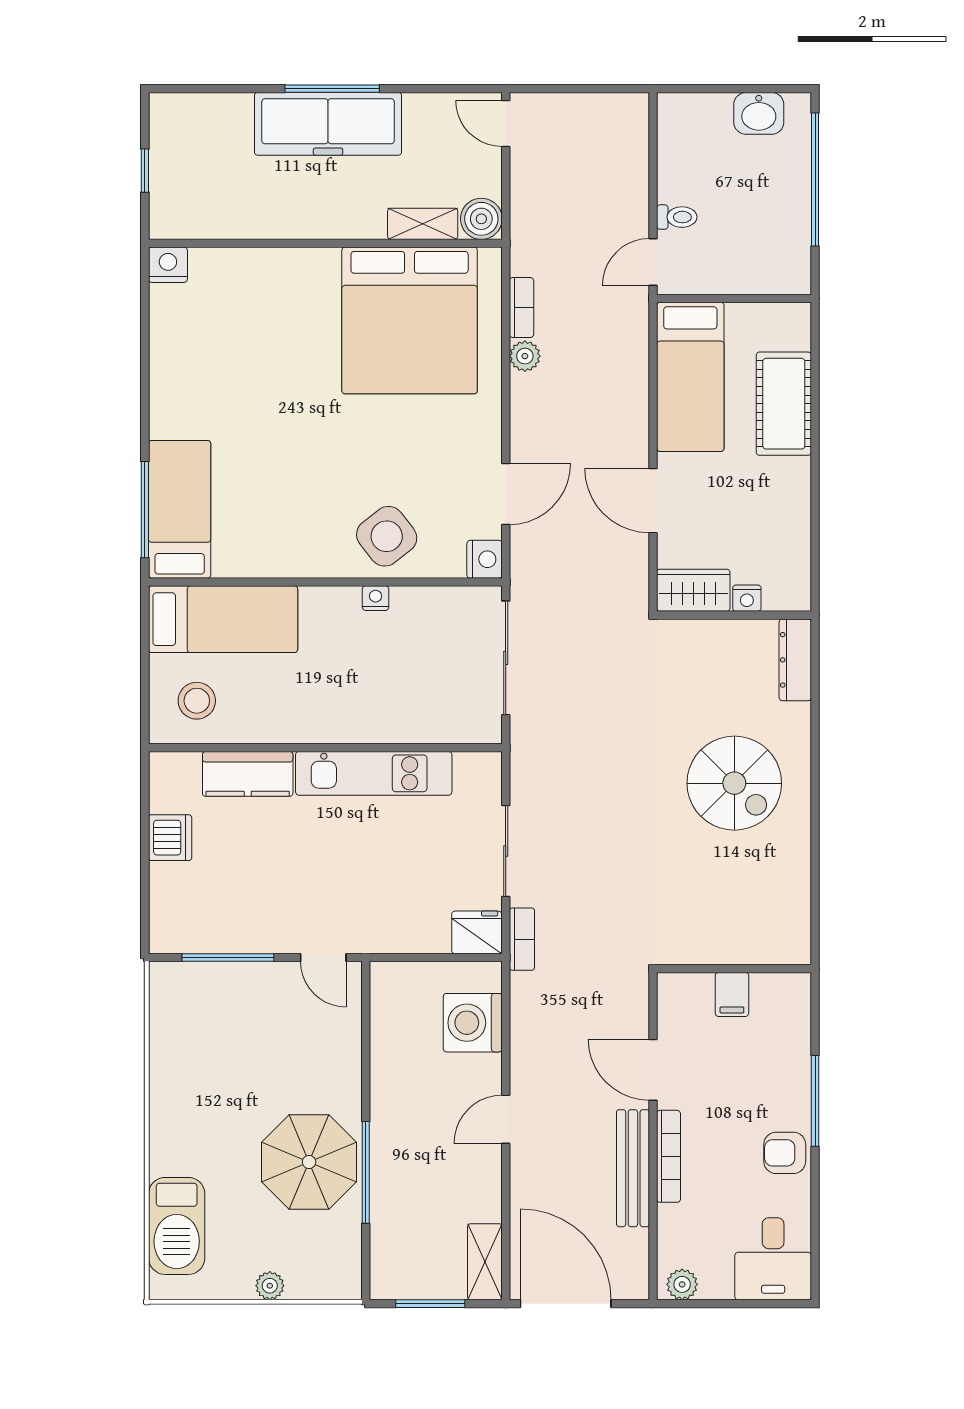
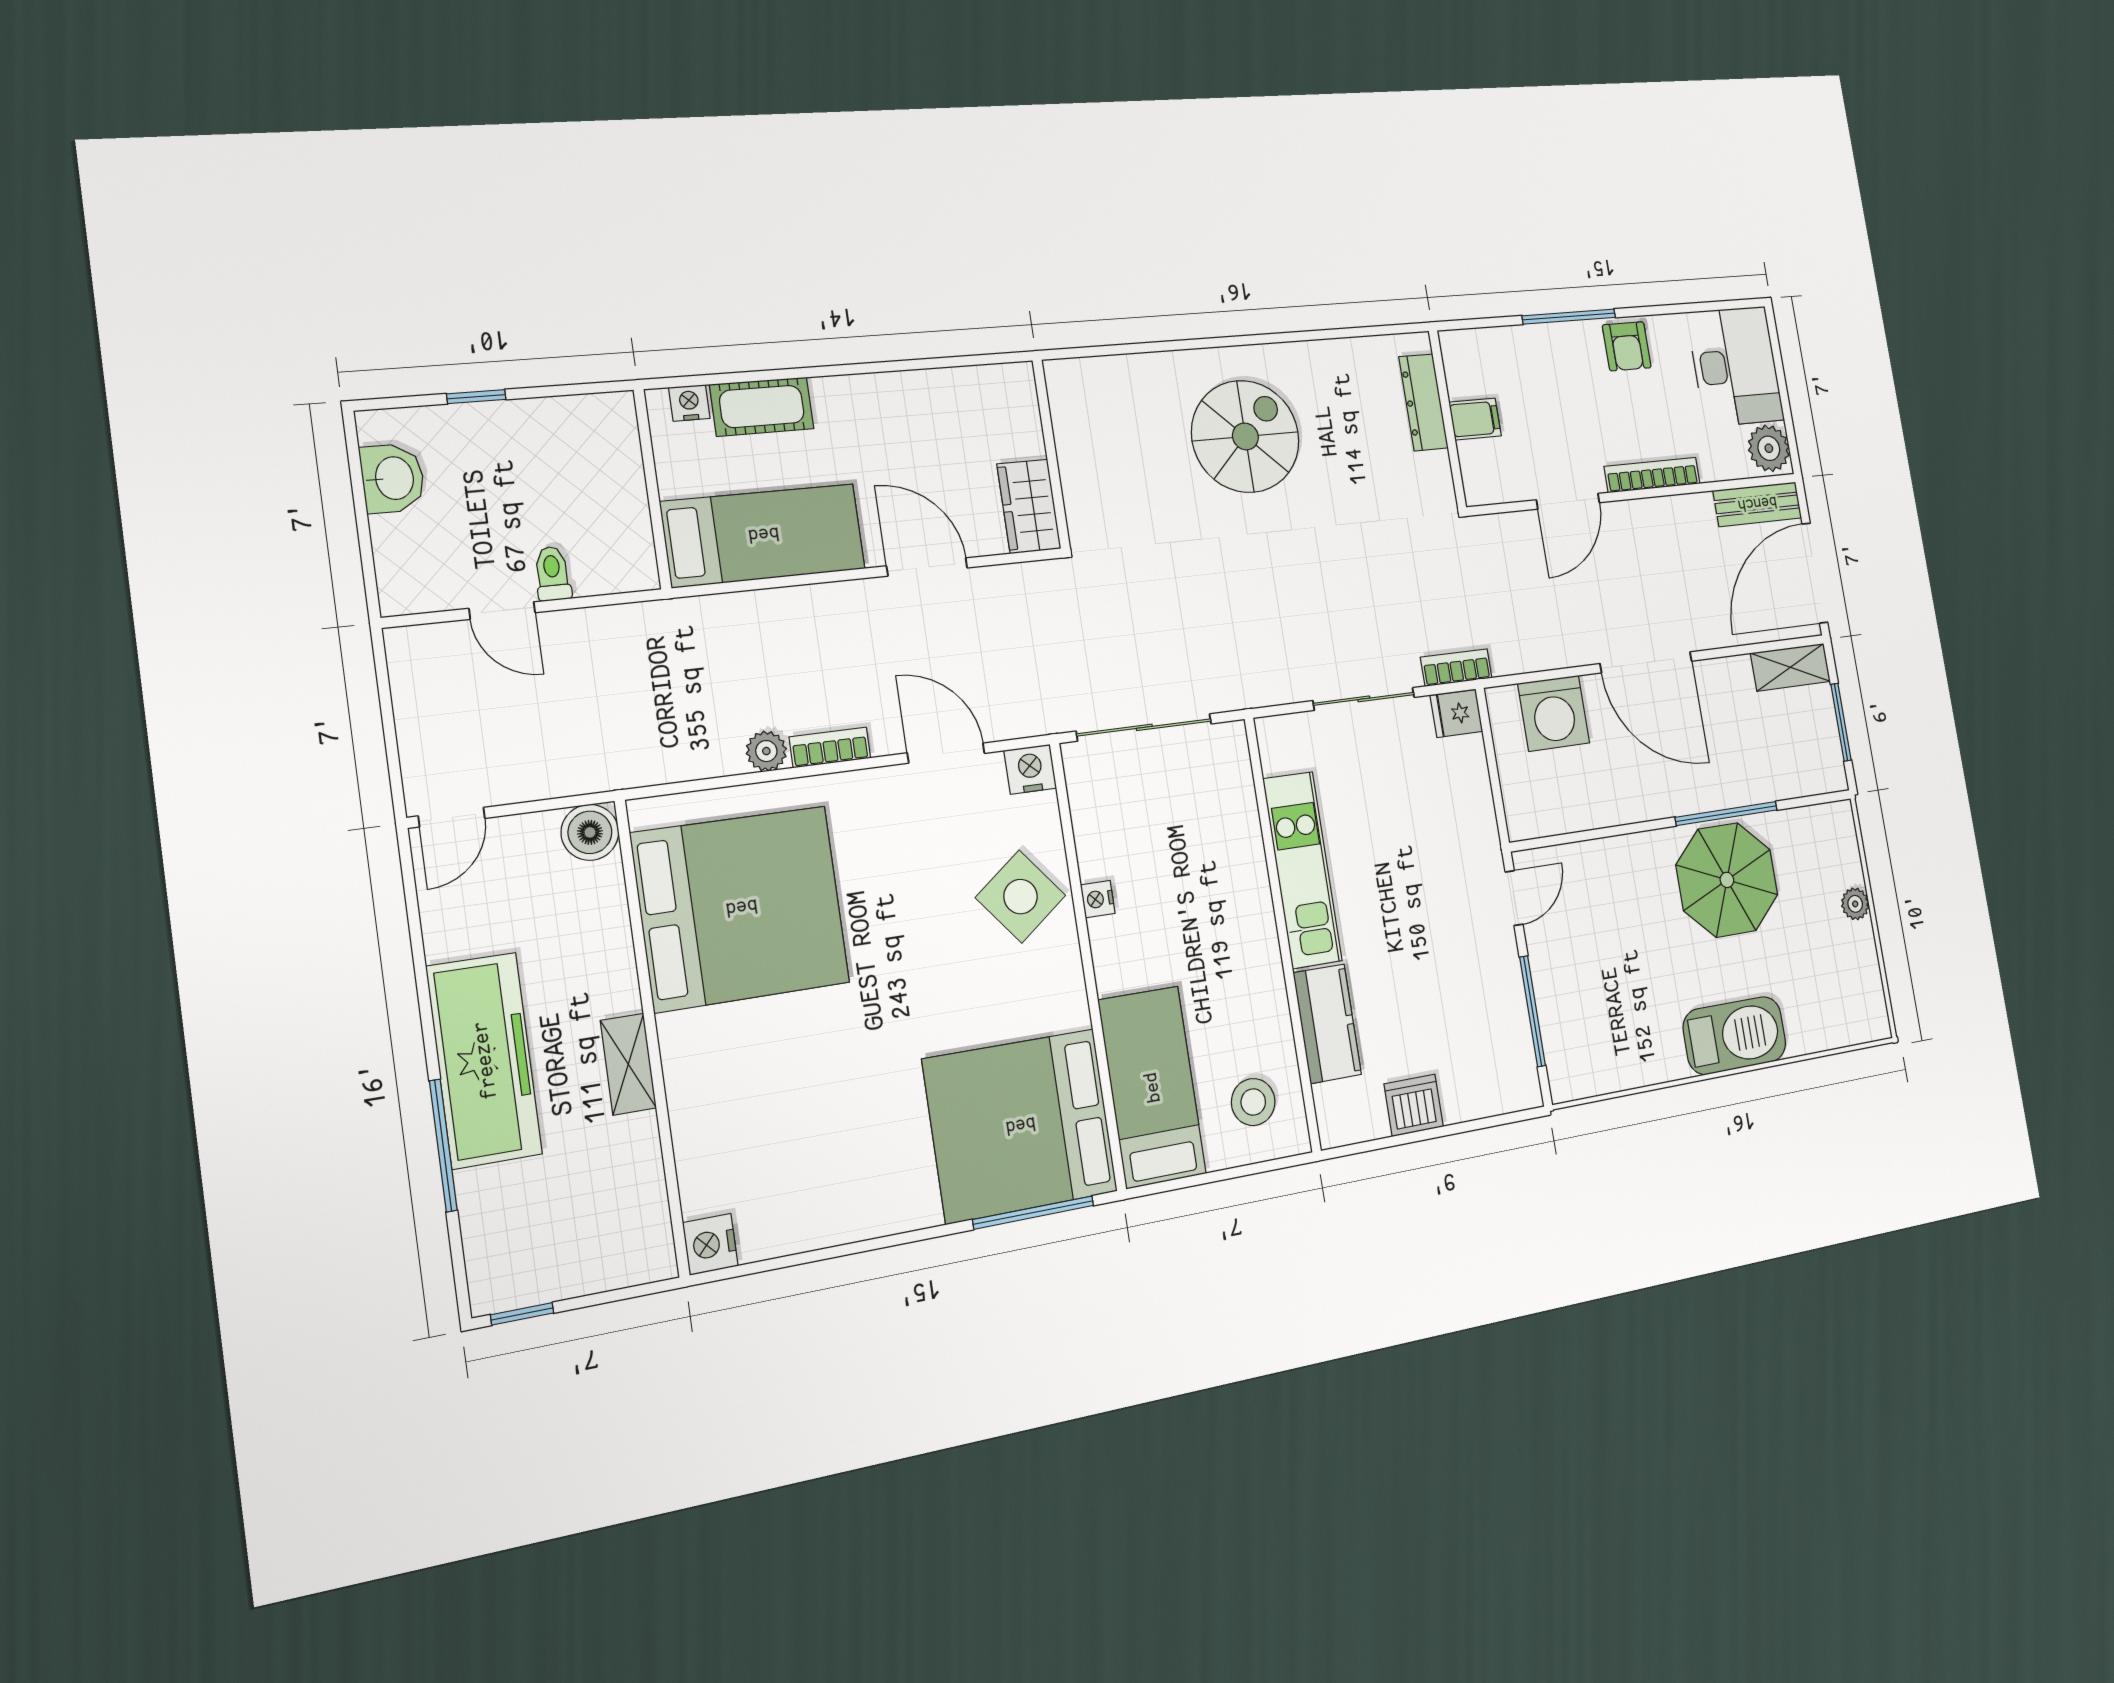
window: (332, 89) -> (443, 1145), moved
window: (145, 171) -> (522, 1314), moved
window: (815, 180) -> (476, 397), width x0.32
shelving: (423, 224) -> (628, 1064), moved
door: (653, 262) -> (502, 610), moved
bookcase: (521, 307) -> (830, 748), moved
cot: (784, 404) -> (762, 407), width x0.73, depth x0.75
door: (653, 501) -> (927, 567), swing flipped
bed: (180, 509) -> (1020, 1126), width x2.04
nightstand: (747, 598) -> (689, 403), moved, turned -90
dresser: (795, 660) -> (1423, 402), moved, turned 90
fridge: (477, 932) -> (1456, 713), width x0.72
door: (506, 1119) -> (1646, 662), width x1.87
bench: (633, 1168) -> (1757, 504), moved, width x0.73
barbecue: (177, 1226) -> (1735, 1035), moved
desk: (773, 1259) -> (1735, 366), width x1.37
plant: (682, 1284) -> (1769, 448), width x1.38, depth x1.38

